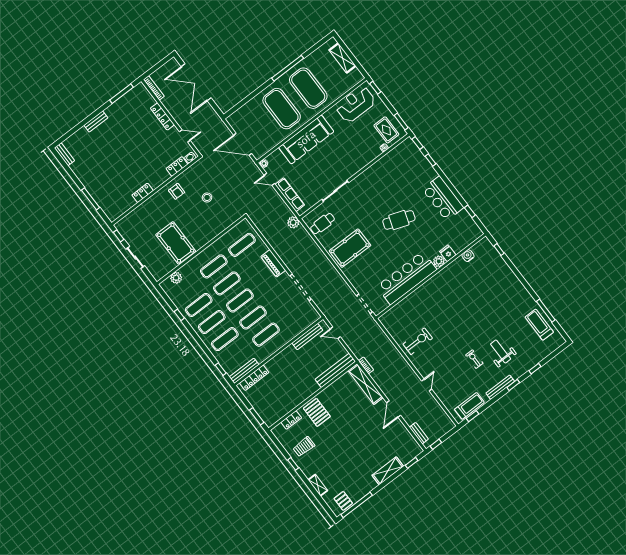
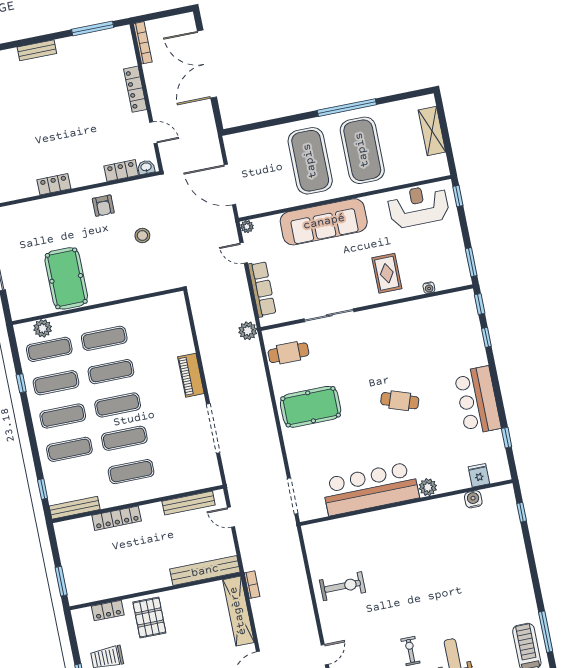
rug: (386, 130) -> (387, 273), moved
cafe table: (399, 220) -> (400, 401), width x0.73, depth x0.74
exercise mat: (242, 245) -> (49, 349), moved
fridge: (448, 253) -> (479, 475), moved
locker: (254, 378) -> (117, 518), moved

